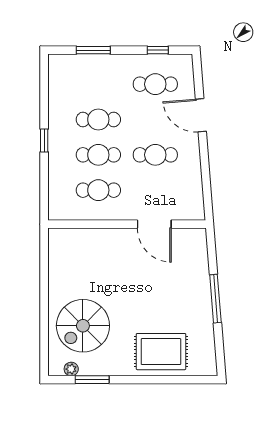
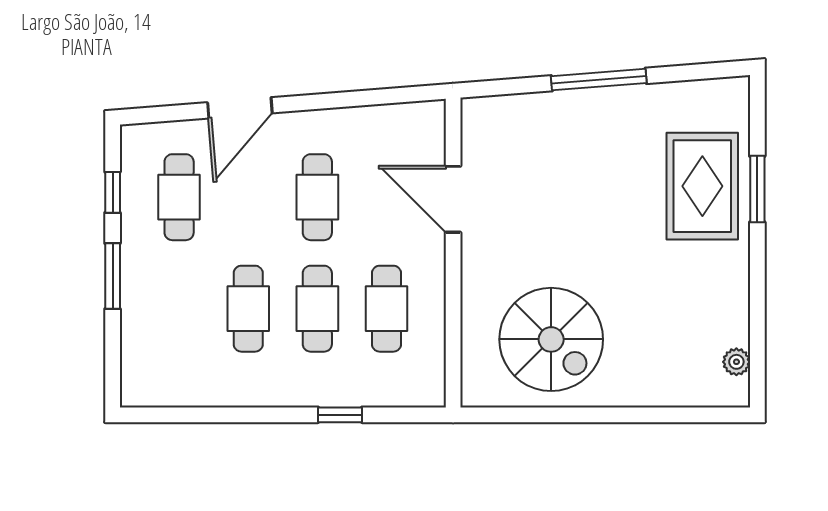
window: (93, 50) -> (113, 276), moved
window: (44, 141) -> (340, 415), moved
door: (154, 224) -> (453, 199), swing flipped
spiral stairs: (83, 326) -> (551, 339), moved
window: (92, 380) -> (757, 189), moved

